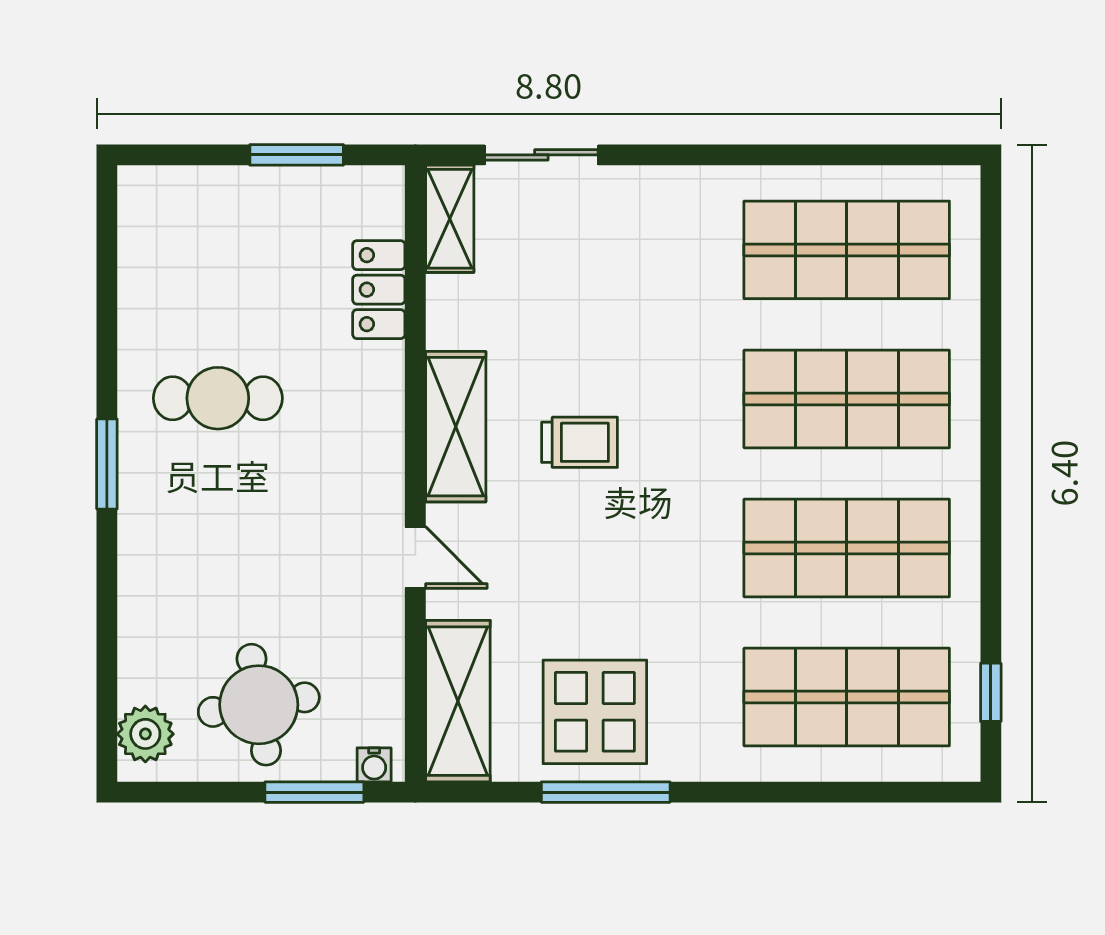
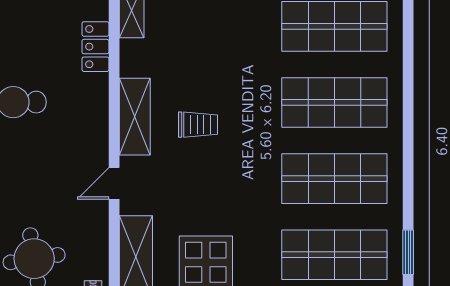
door: (415, 558) -> (114, 183), swing flipped
window: (991, 692) -> (408, 252), width x1.50

